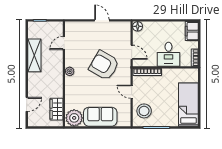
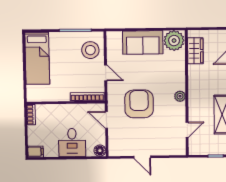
filing cabinet: (192, 31) -> (36, 152), width x0.50
desk: (168, 54) -> (72, 143), moved, turned 180
armchair: (104, 65) -> (139, 104), turned -120

